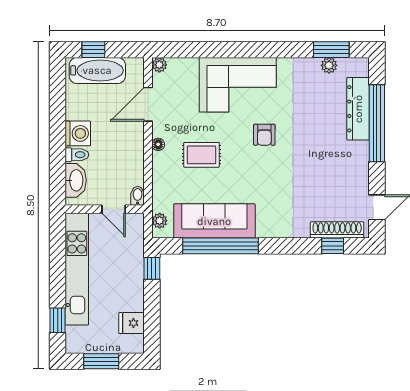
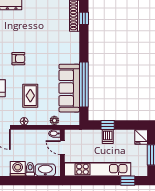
door: (114, 209) -> (62, 148), swing flipped
plant: (160, 221) -> (54, 120), moved
window: (152, 268) -> (108, 125), moved
dishwasher: (132, 286) -> (108, 137), added
fridge: (131, 323) -> (141, 137), moved

